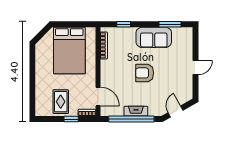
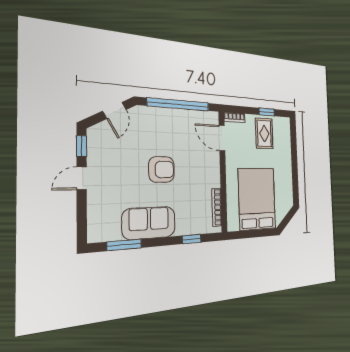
window: (196, 87) -> (82, 146), added
fireplace: (136, 111) -> (173, 115), removed
window: (71, 119) -> (267, 112), moved

